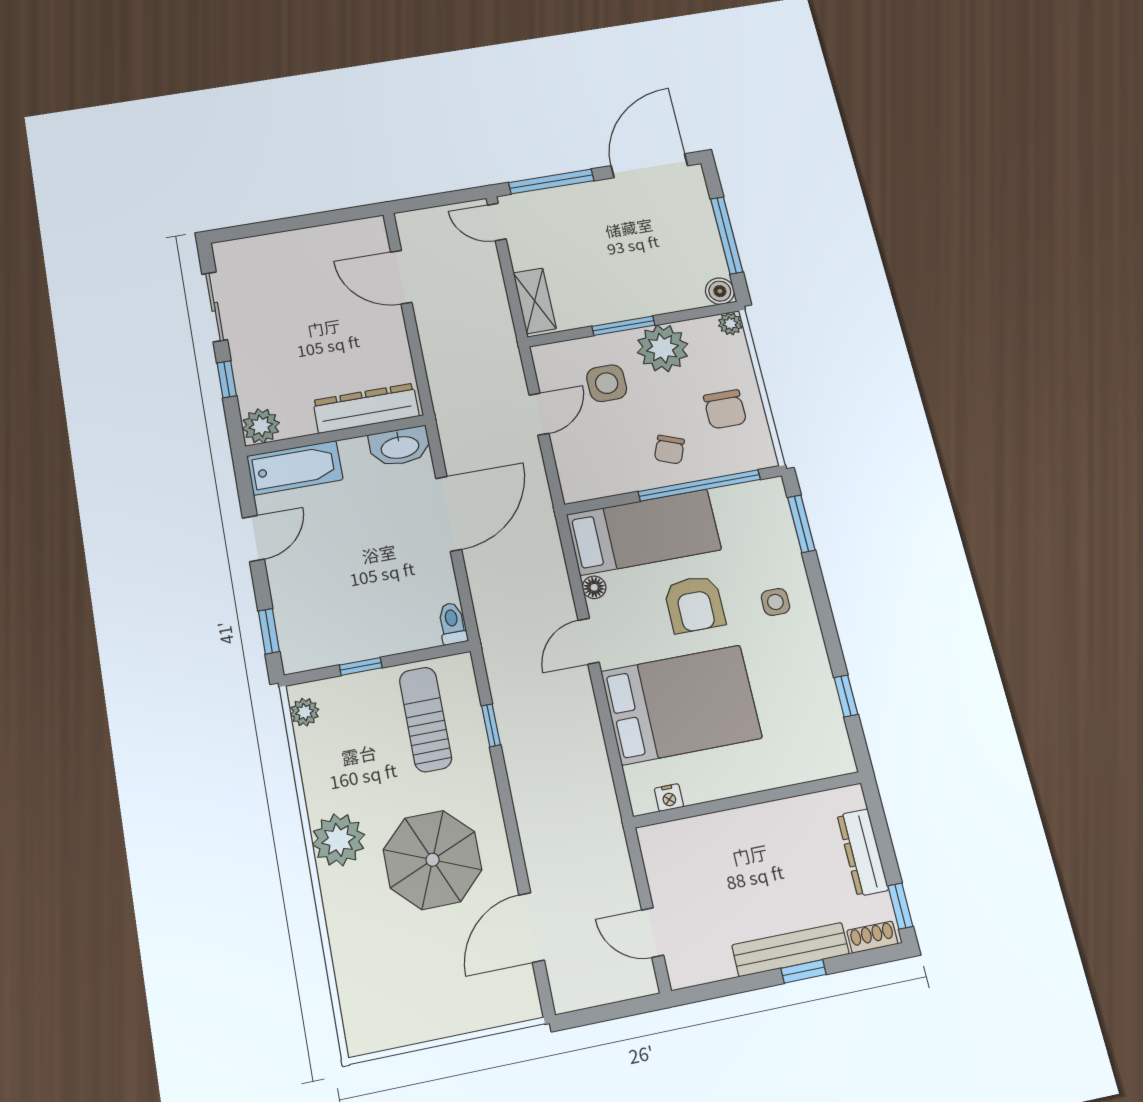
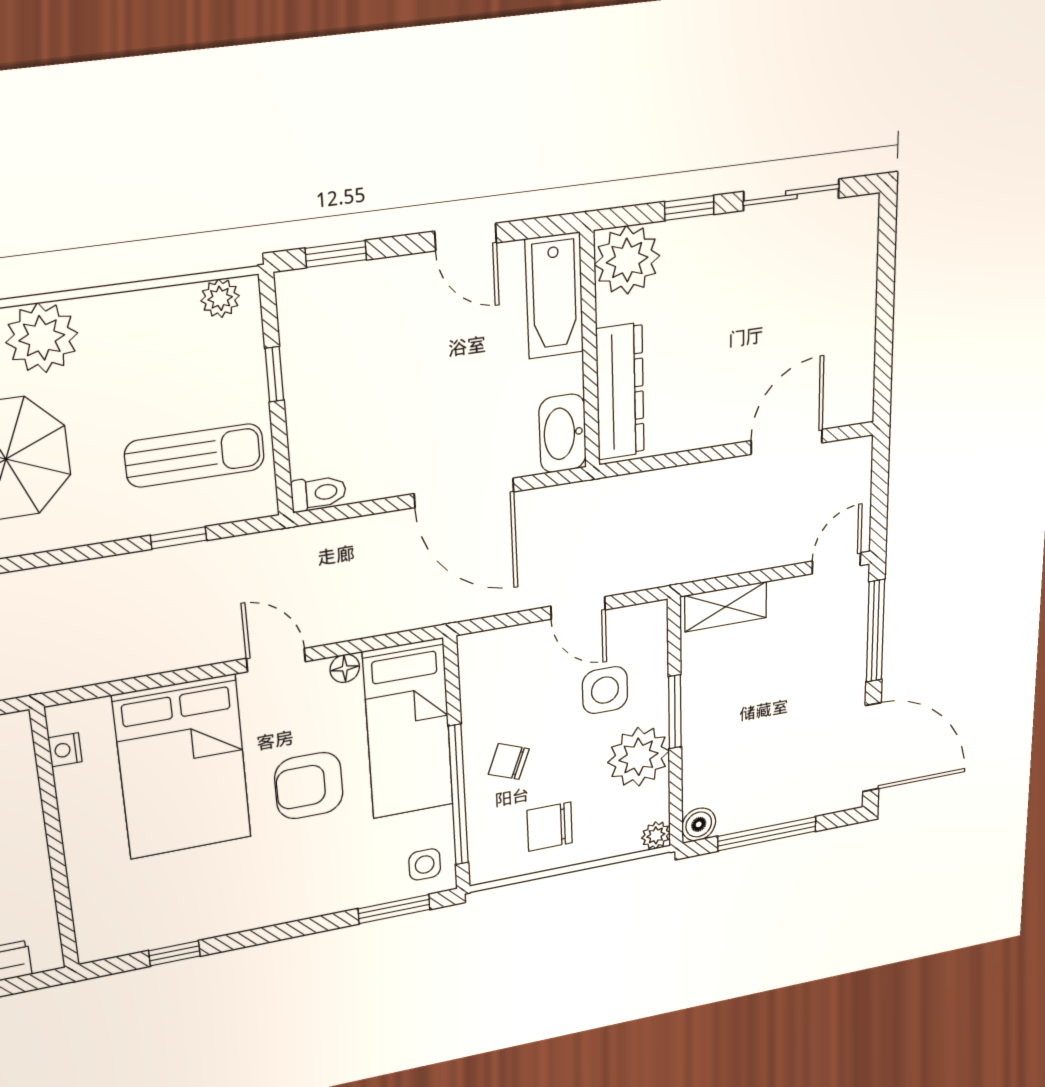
plant: (261, 426) -> (627, 260), width x1.36, depth x1.36
side table: (775, 602) -> (425, 864), moved

